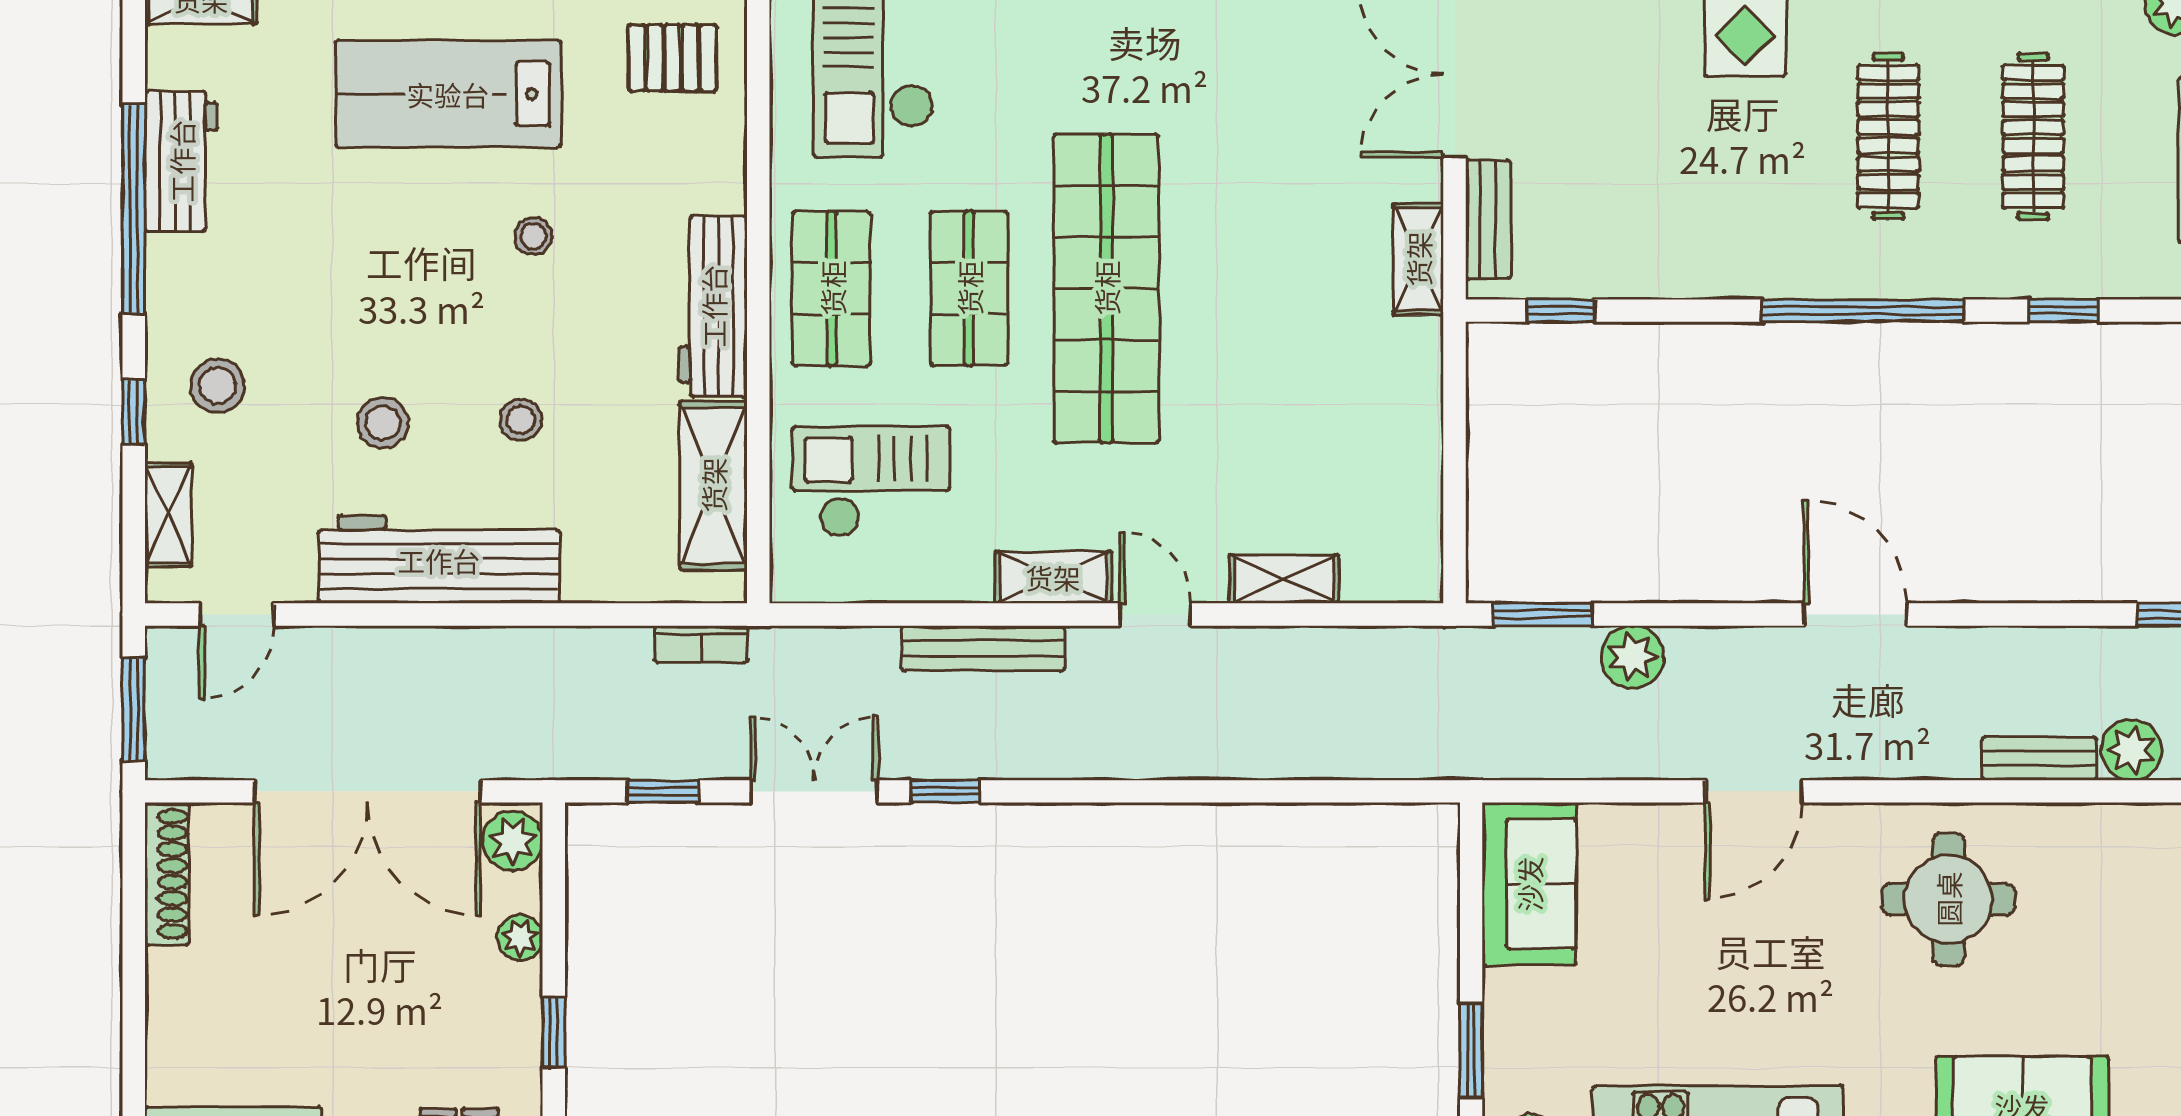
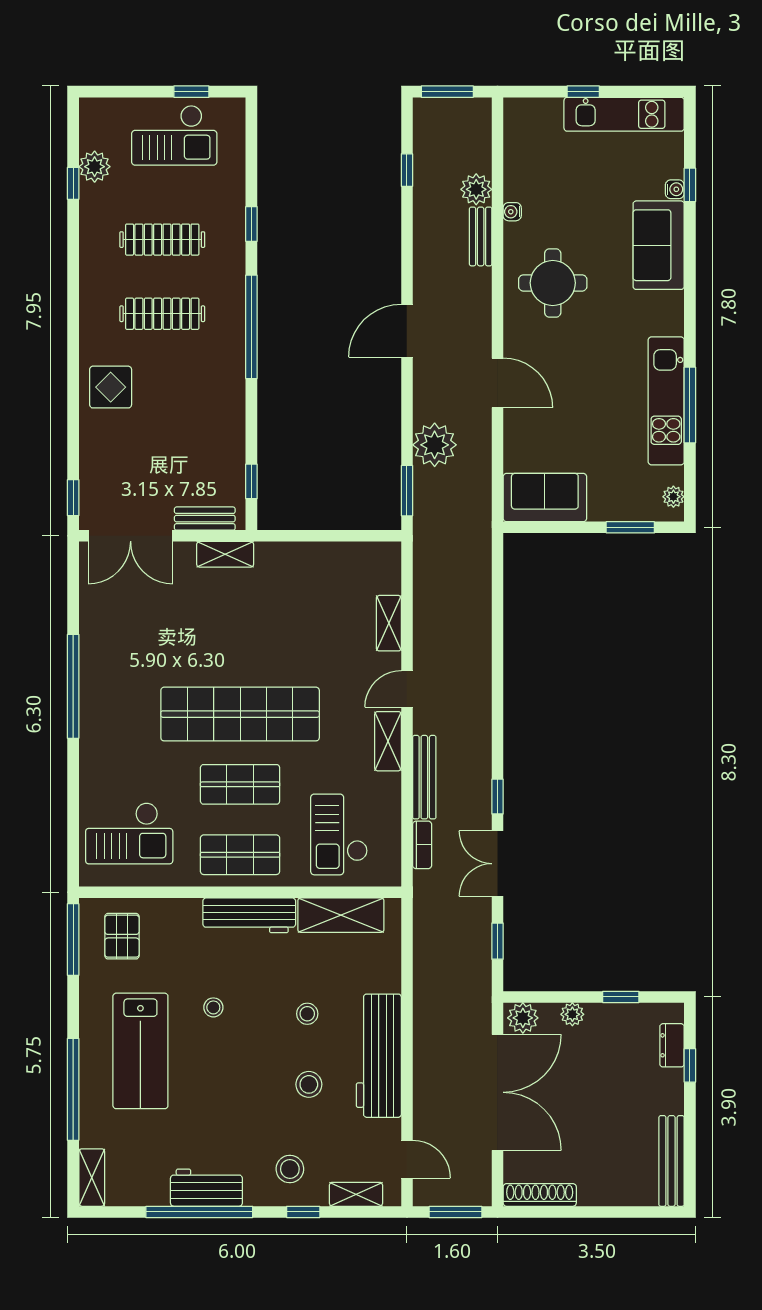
workbench: (181, 161) -> (206, 1188), moved
bookcase: (701, 644) -> (422, 845), moved
plant: (1632, 657) -> (435, 445), width x1.36, depth x1.36
water cooler: (2088, 820) -> (512, 212), added

